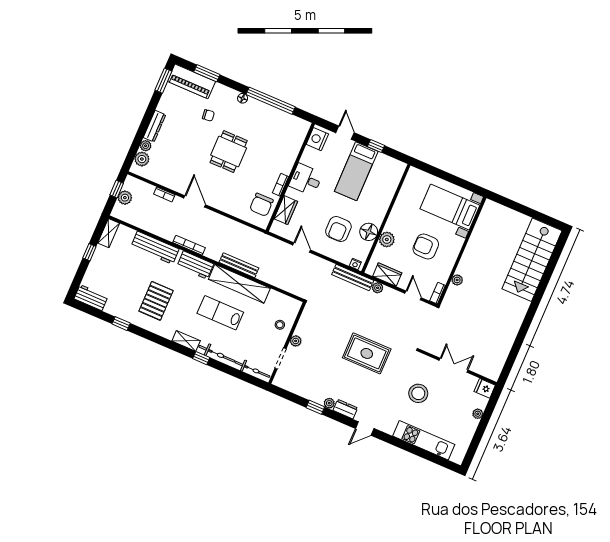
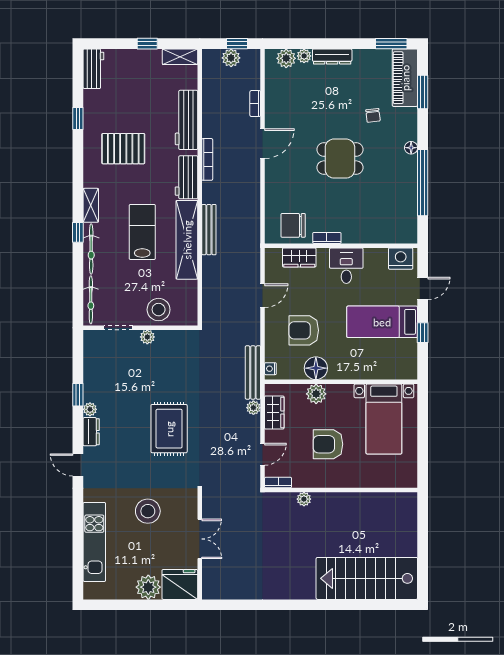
bed with nightstands: (450, 207) -> (384, 419), moved, turned 180
armchair: (426, 247) -> (328, 444), turned -90
stool: (280, 325) -> (159, 310), width x1.89, depth x1.89
fridge: (485, 388) -> (180, 584), width x1.88, depth x1.34
plant: (478, 414) -> (148, 587), width x1.87, depth x1.87

